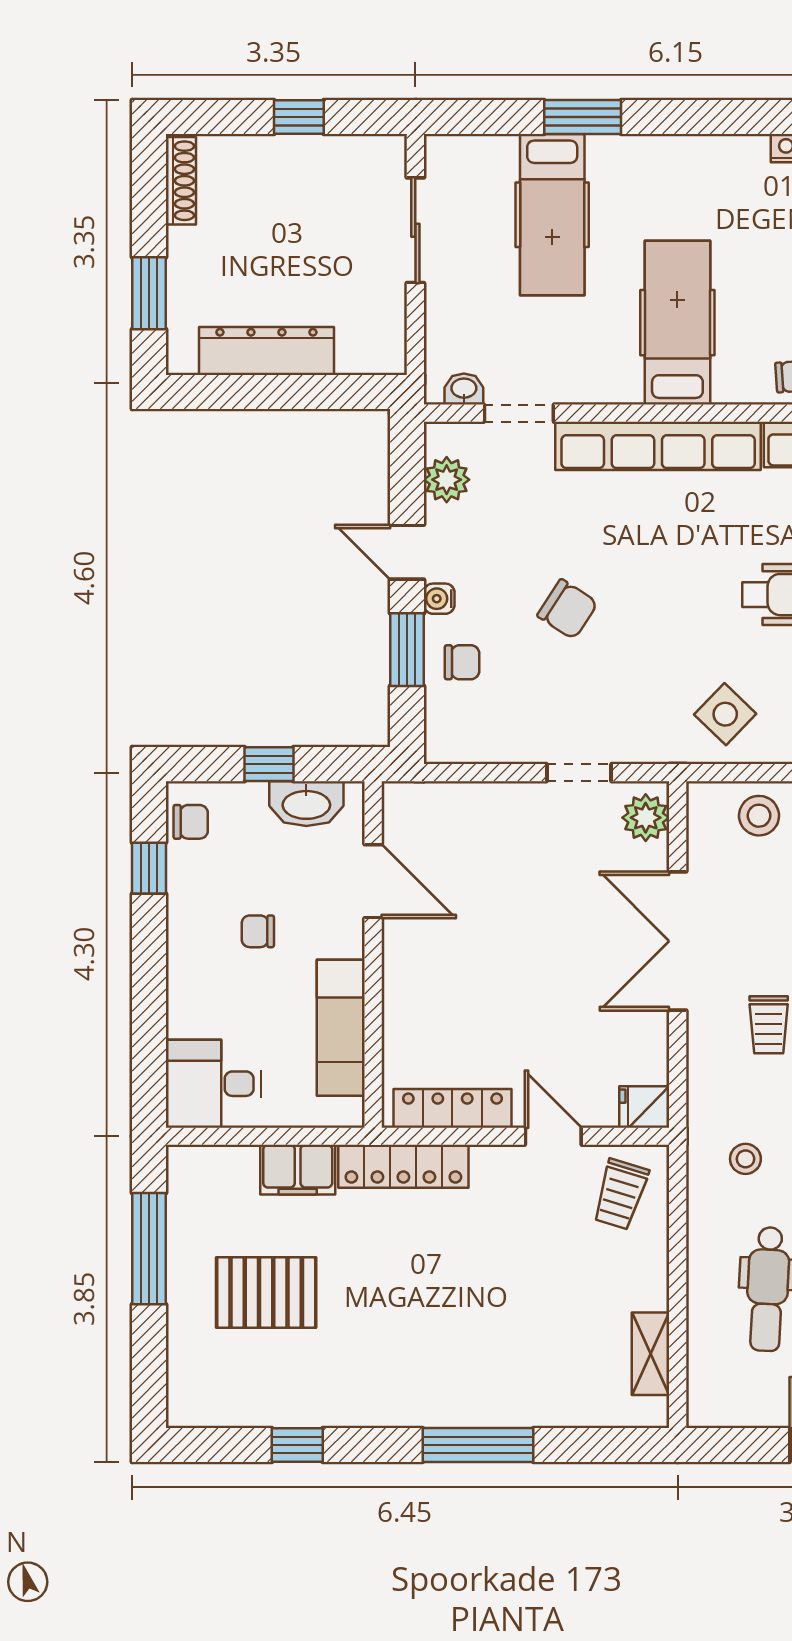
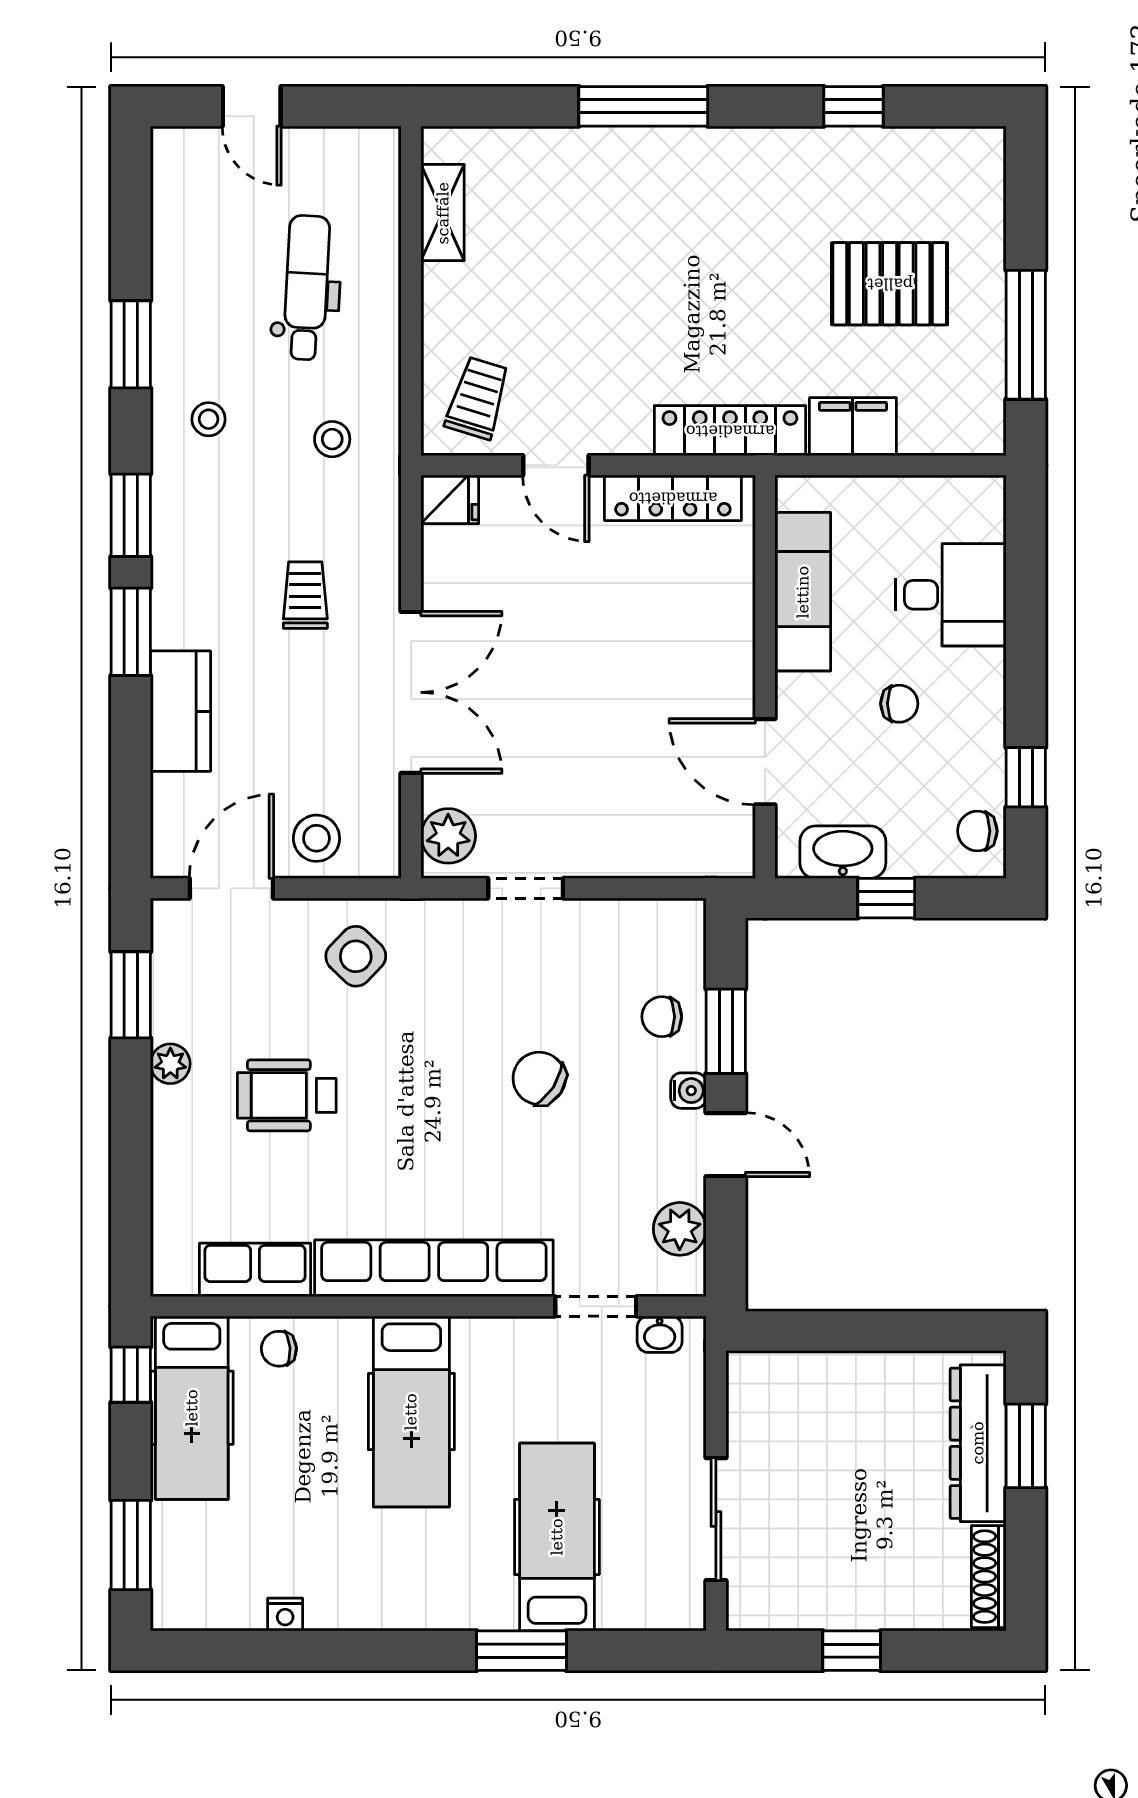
dresser: (266, 351) -> (978, 1443), moved, turned 90
desk: (213, 1084) -> (951, 595), moved

